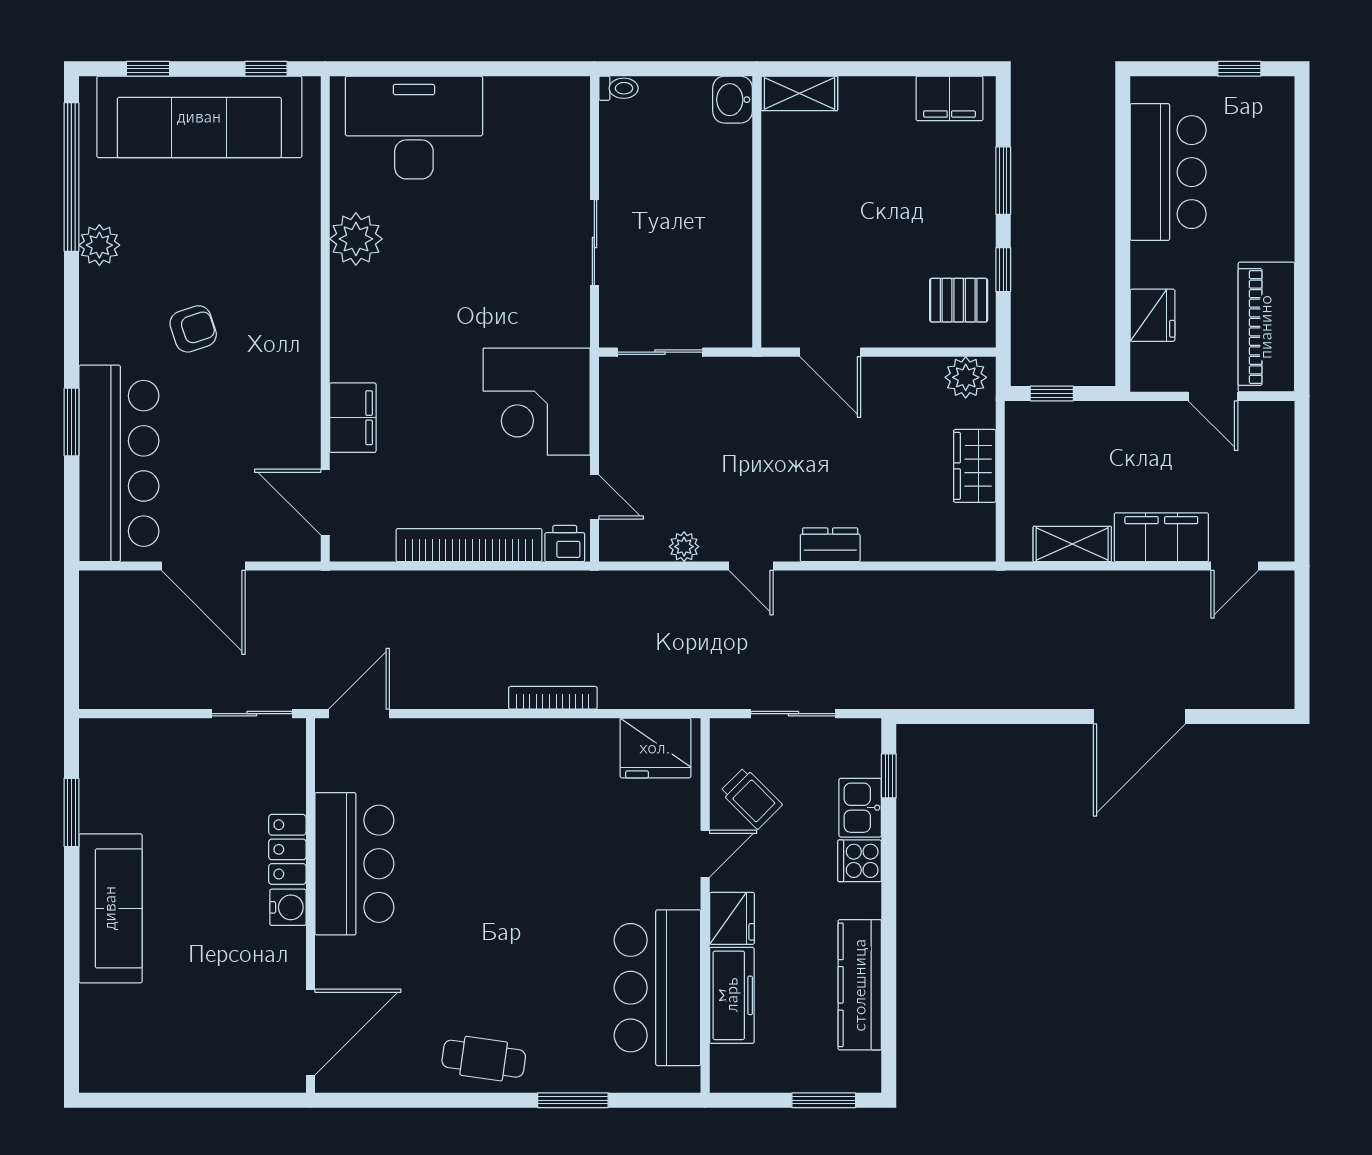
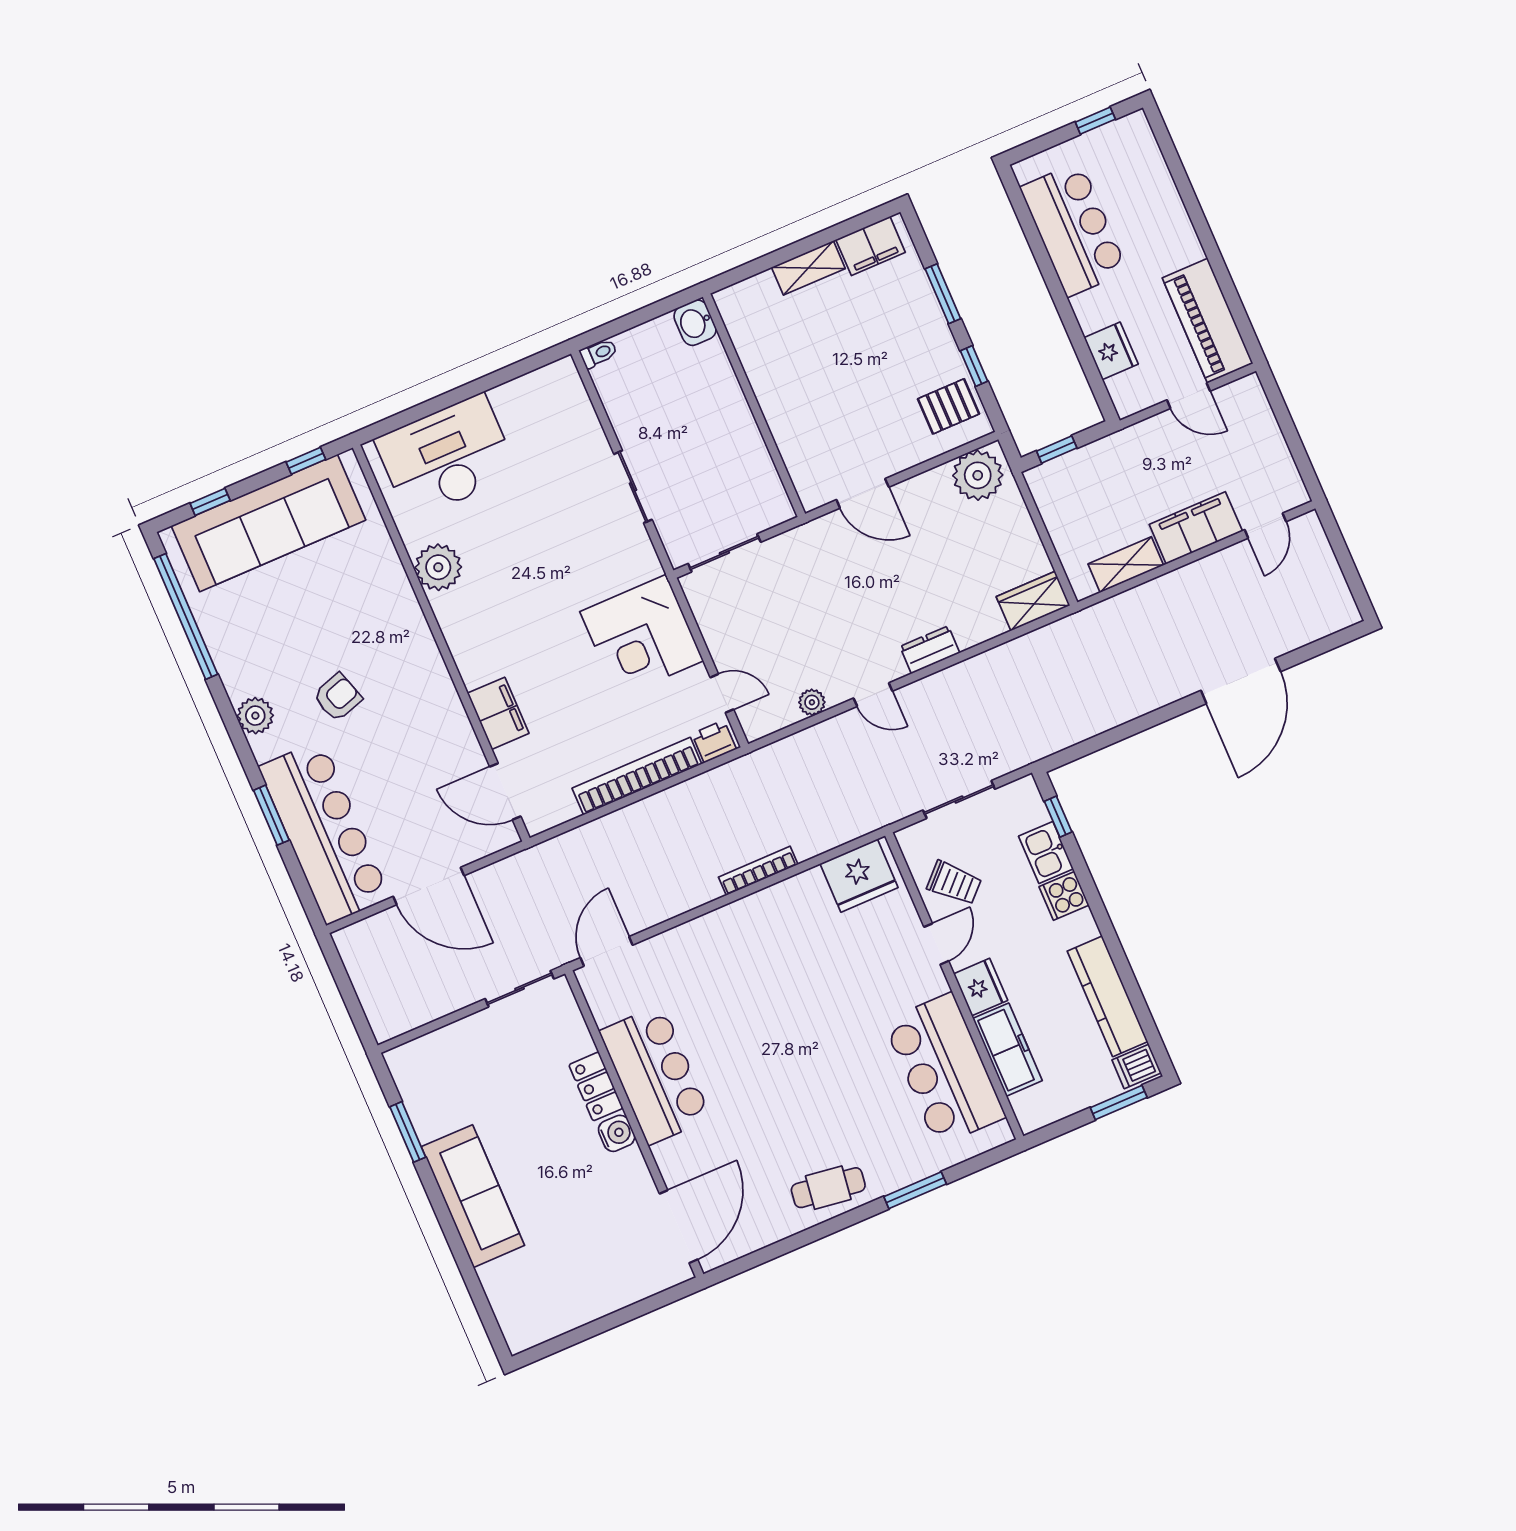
shelving: (799, 93) -> (808, 268), moved
plant: (99, 245) -> (255, 716), moved
plant: (966, 377) -> (978, 475), width x1.36, depth x1.36
wardrobe: (975, 466) -> (1033, 601), moved, turned 90
dishwasher: (859, 1071) -> (1137, 1066), added

